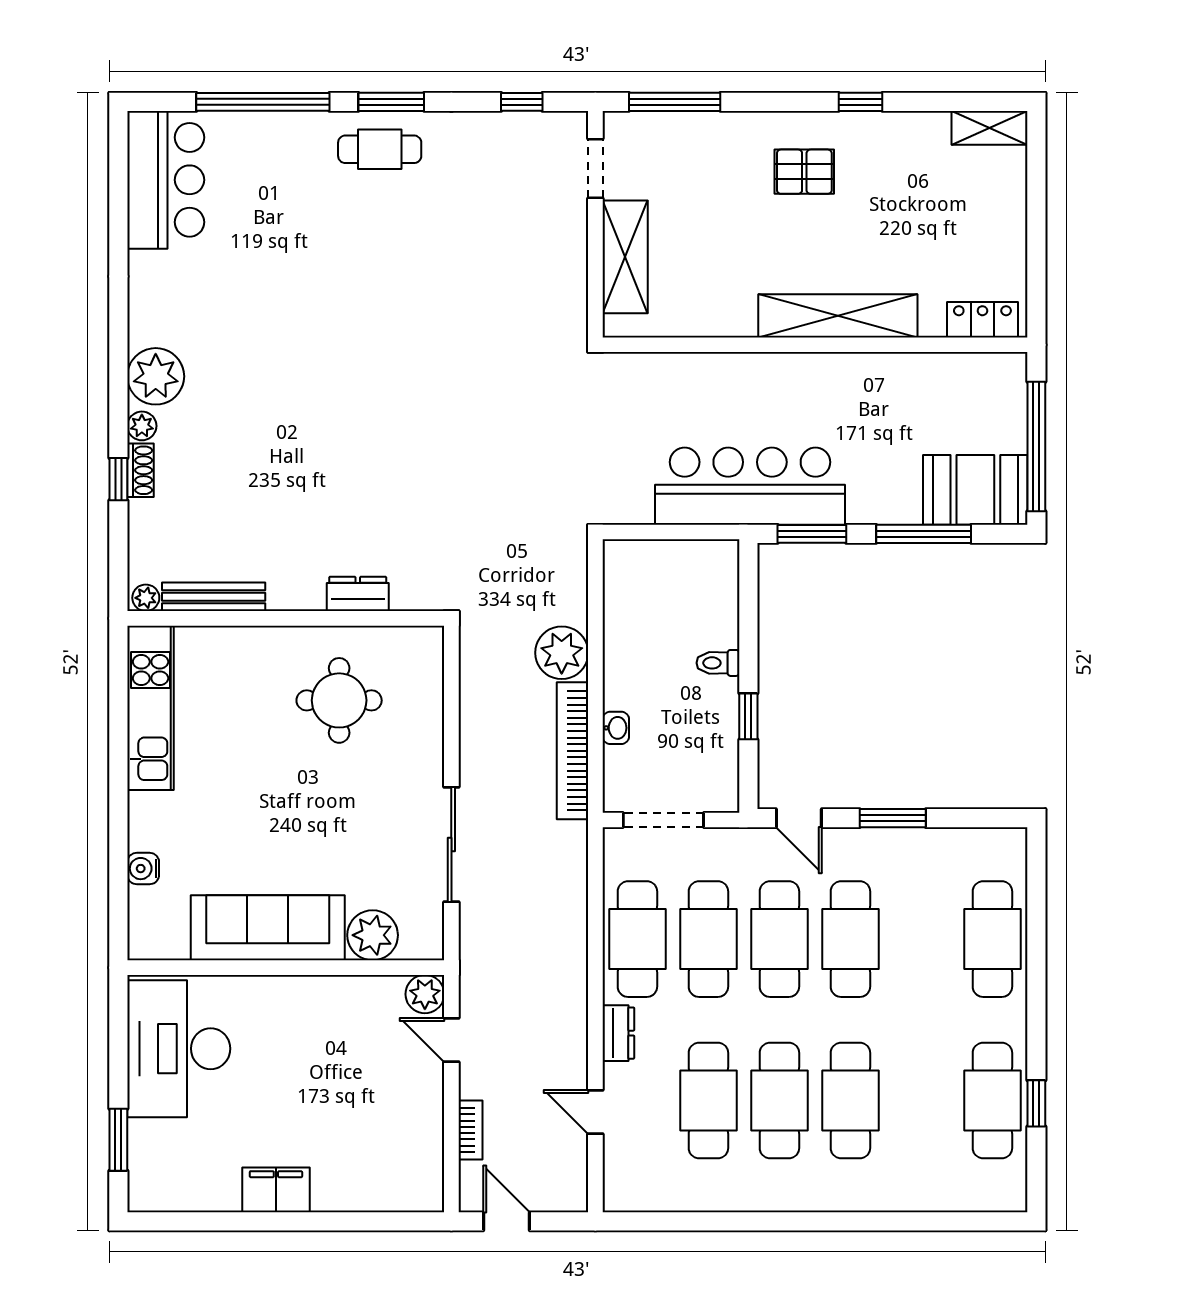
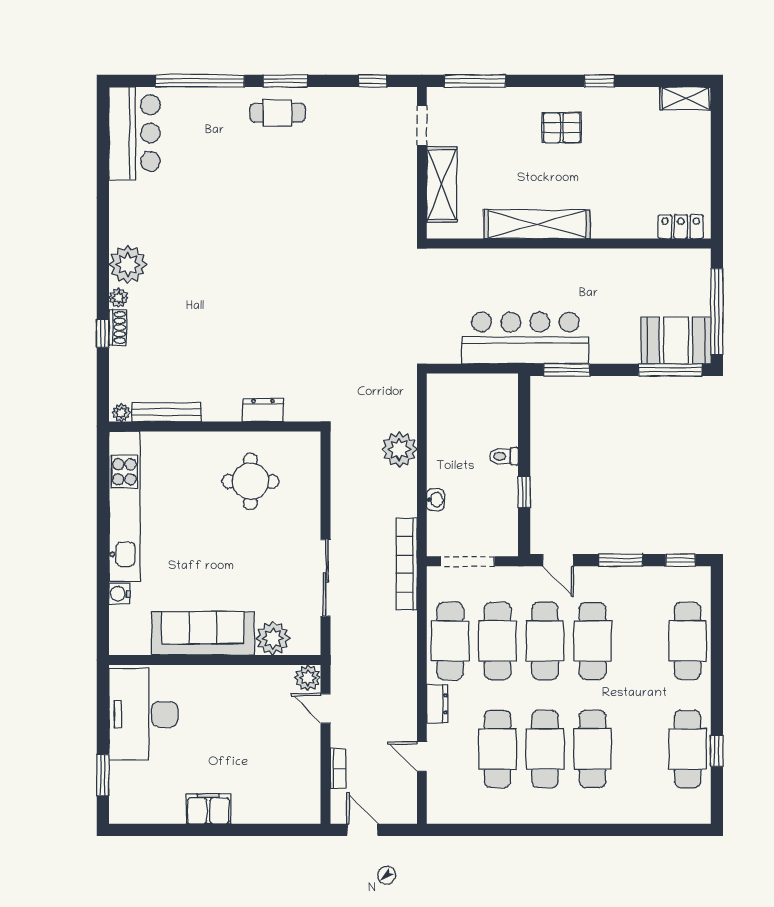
shelving: (838, 316) -> (537, 224), moved
window: (924, 534) -> (670, 370), moved
kitchen unit: (151, 708) -> (124, 506), width x1.36
bookcase: (573, 751) -> (407, 564), moved
window: (982, 818) -> (681, 560), added

